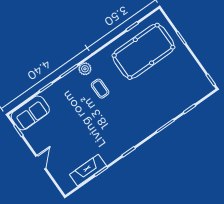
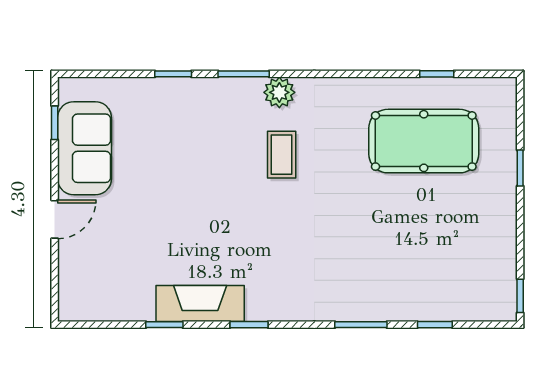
pool table: (143, 51) -> (424, 141), width x0.73, depth x0.76
sofa: (30, 113) -> (84, 148), moved, turned -90
fireplace: (88, 170) -> (200, 303), moved

